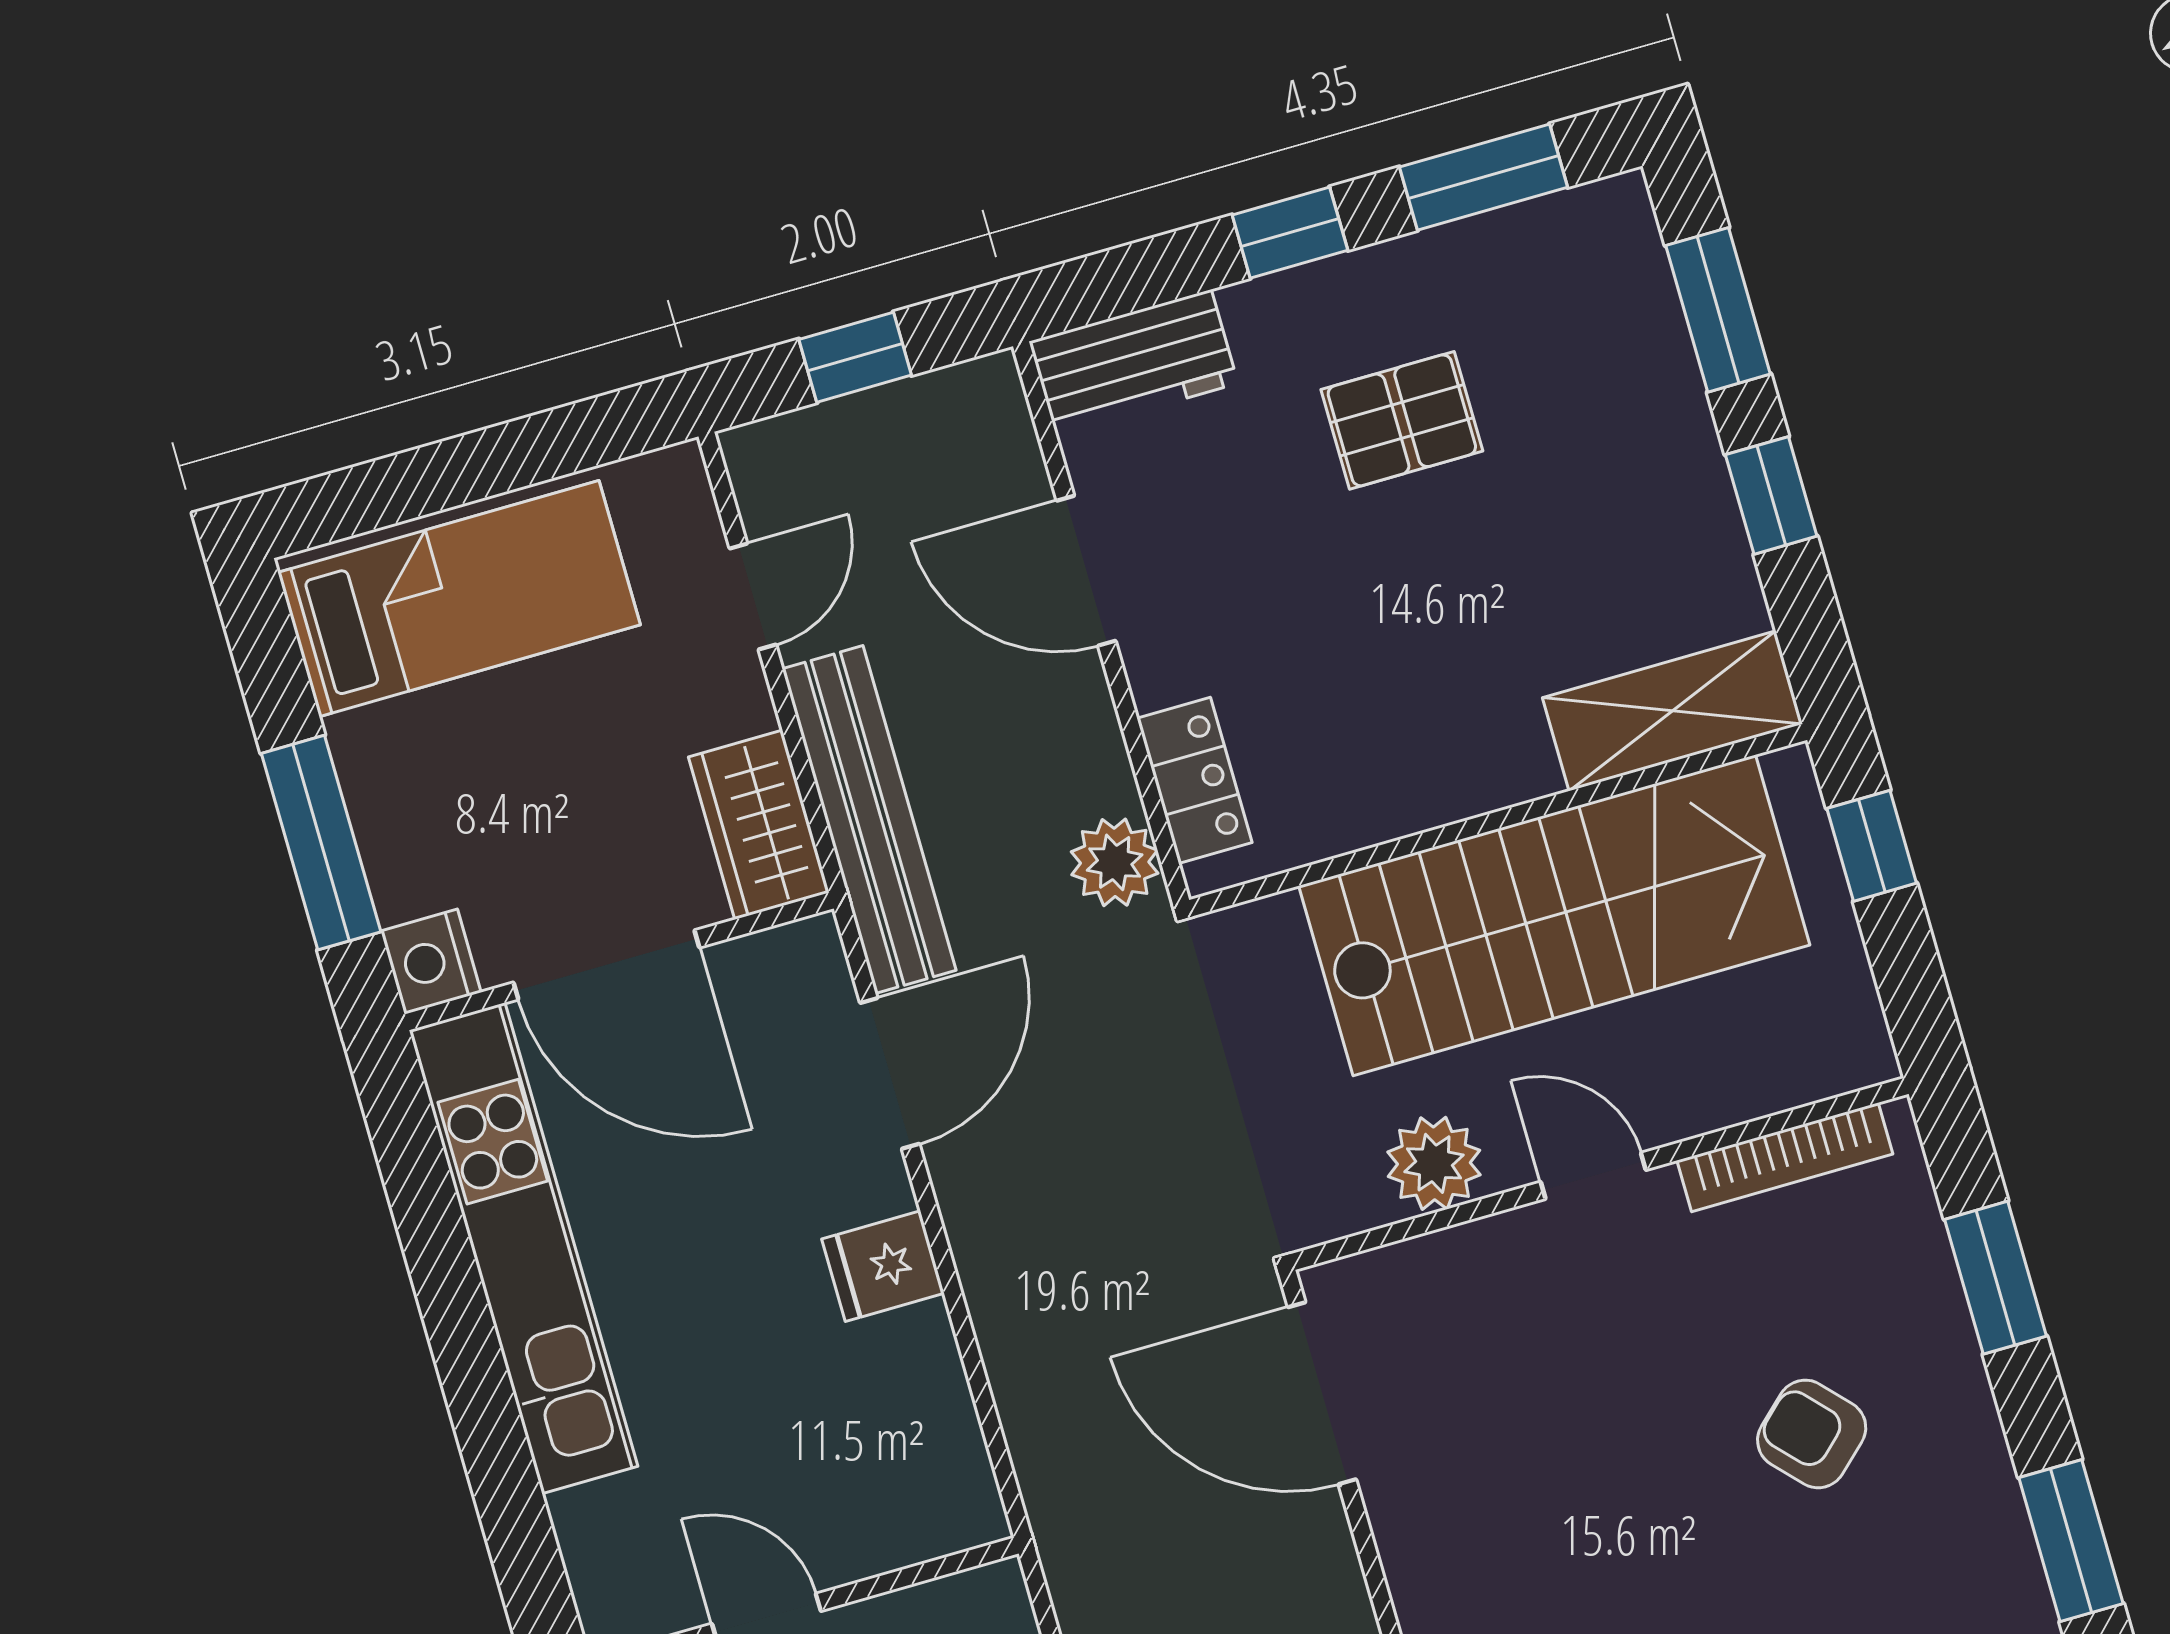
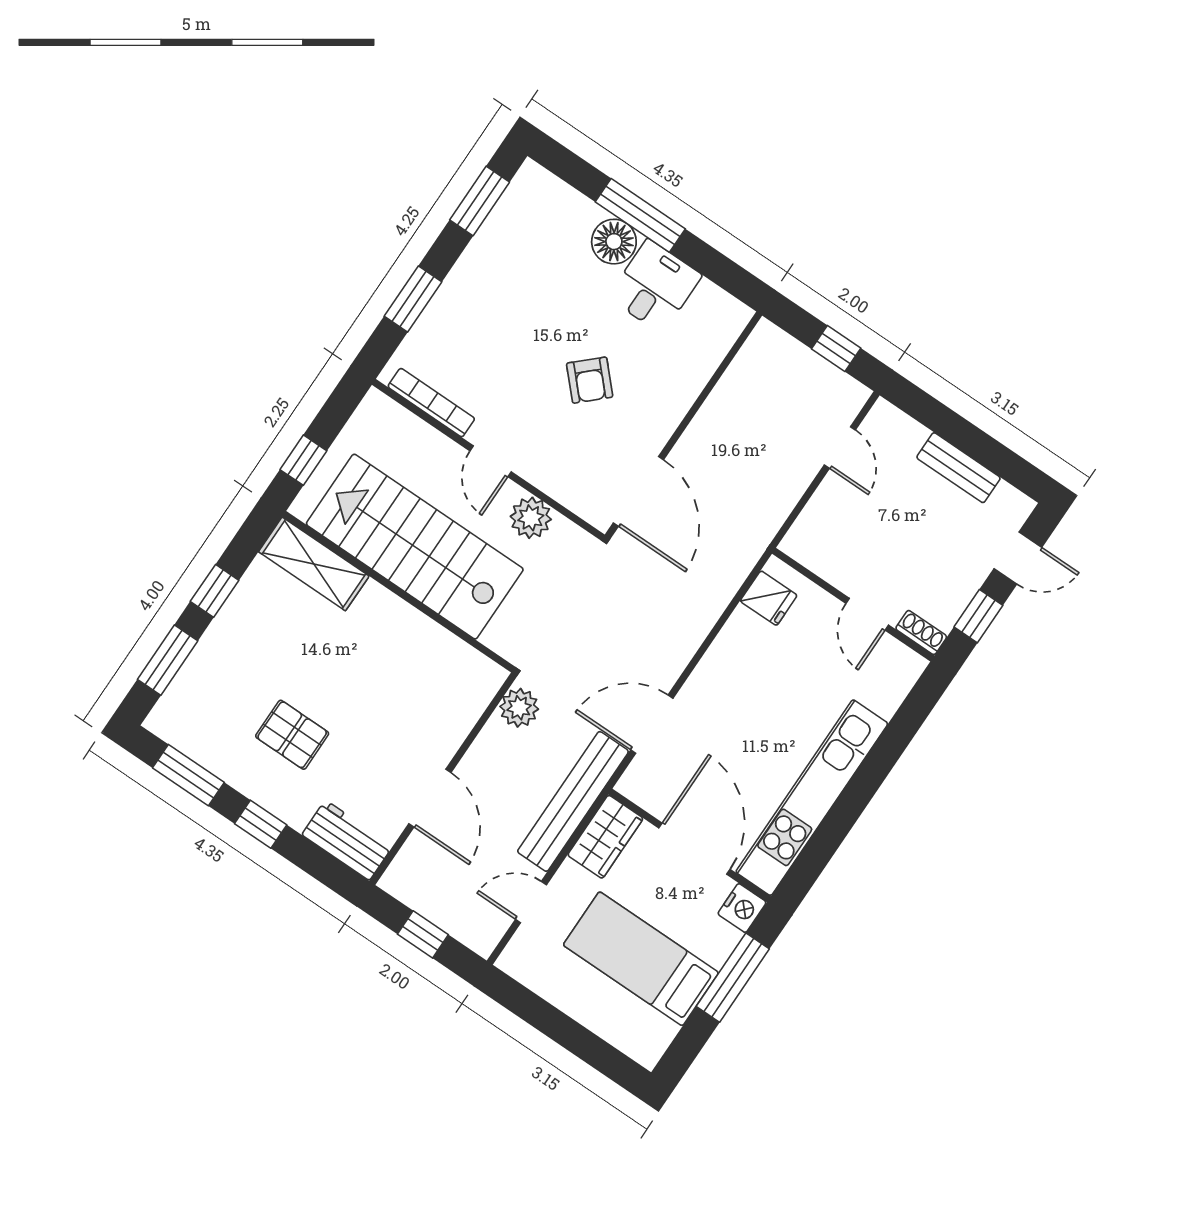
bed: (459, 599) -> (641, 959), moved
locker: (1195, 780) -> (470, 704), removed
fridge: (883, 1266) -> (769, 598), moved
armchair: (1812, 1434) -> (590, 380), moved

